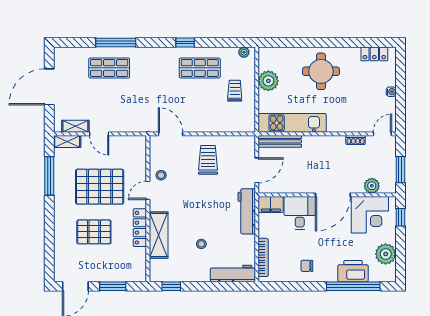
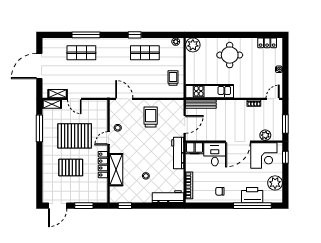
plant: (268, 81) -> (193, 45), moved
trolley: (235, 91) -> (173, 78), moved

